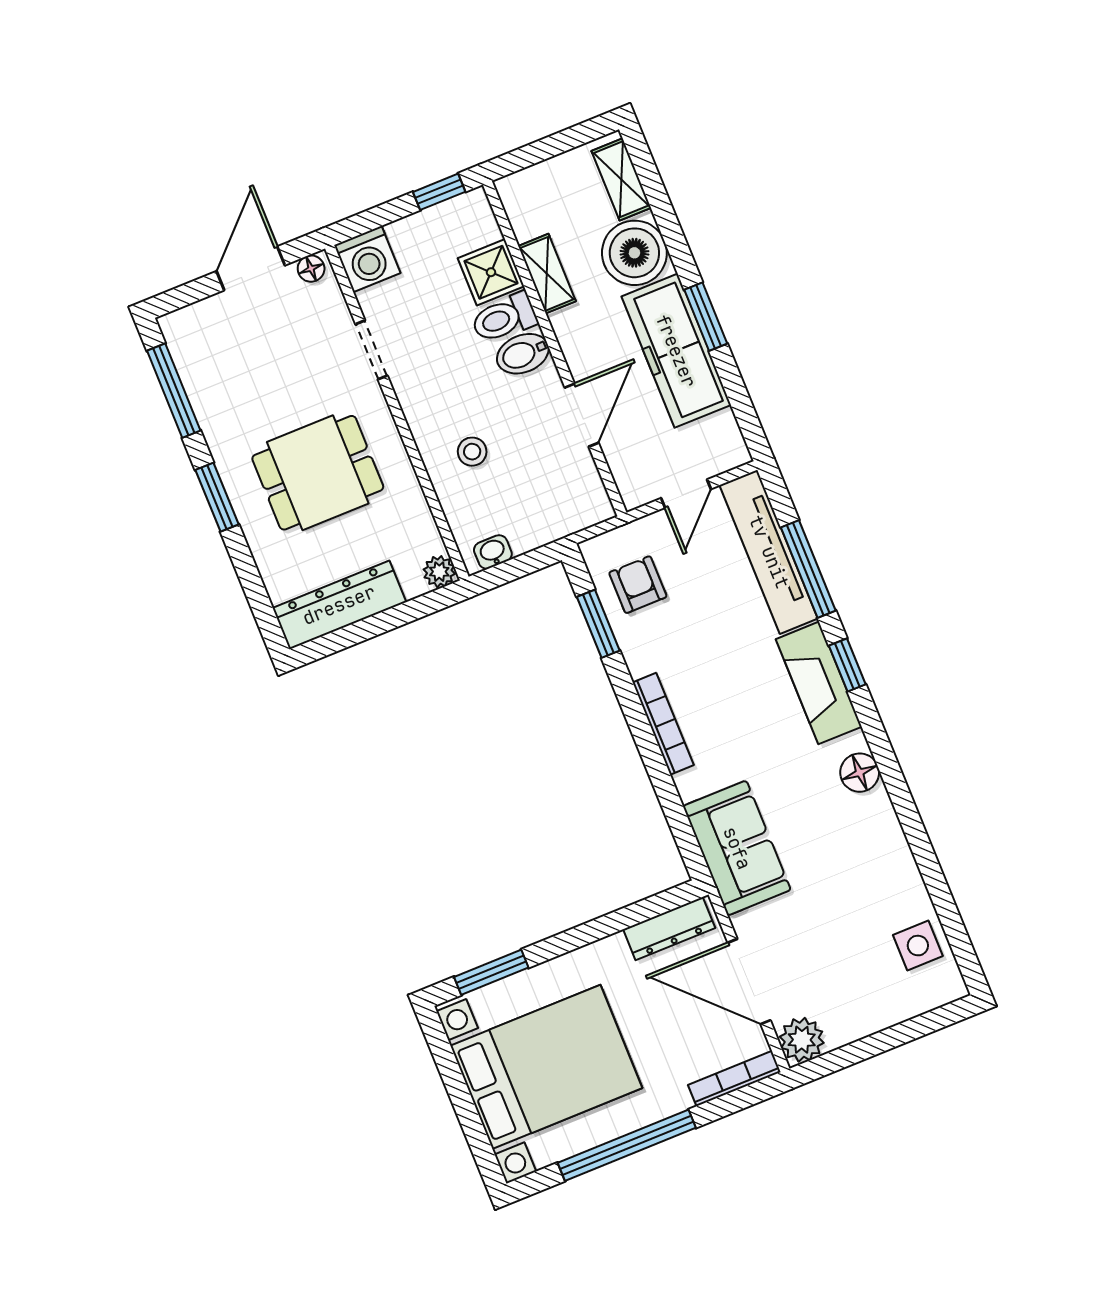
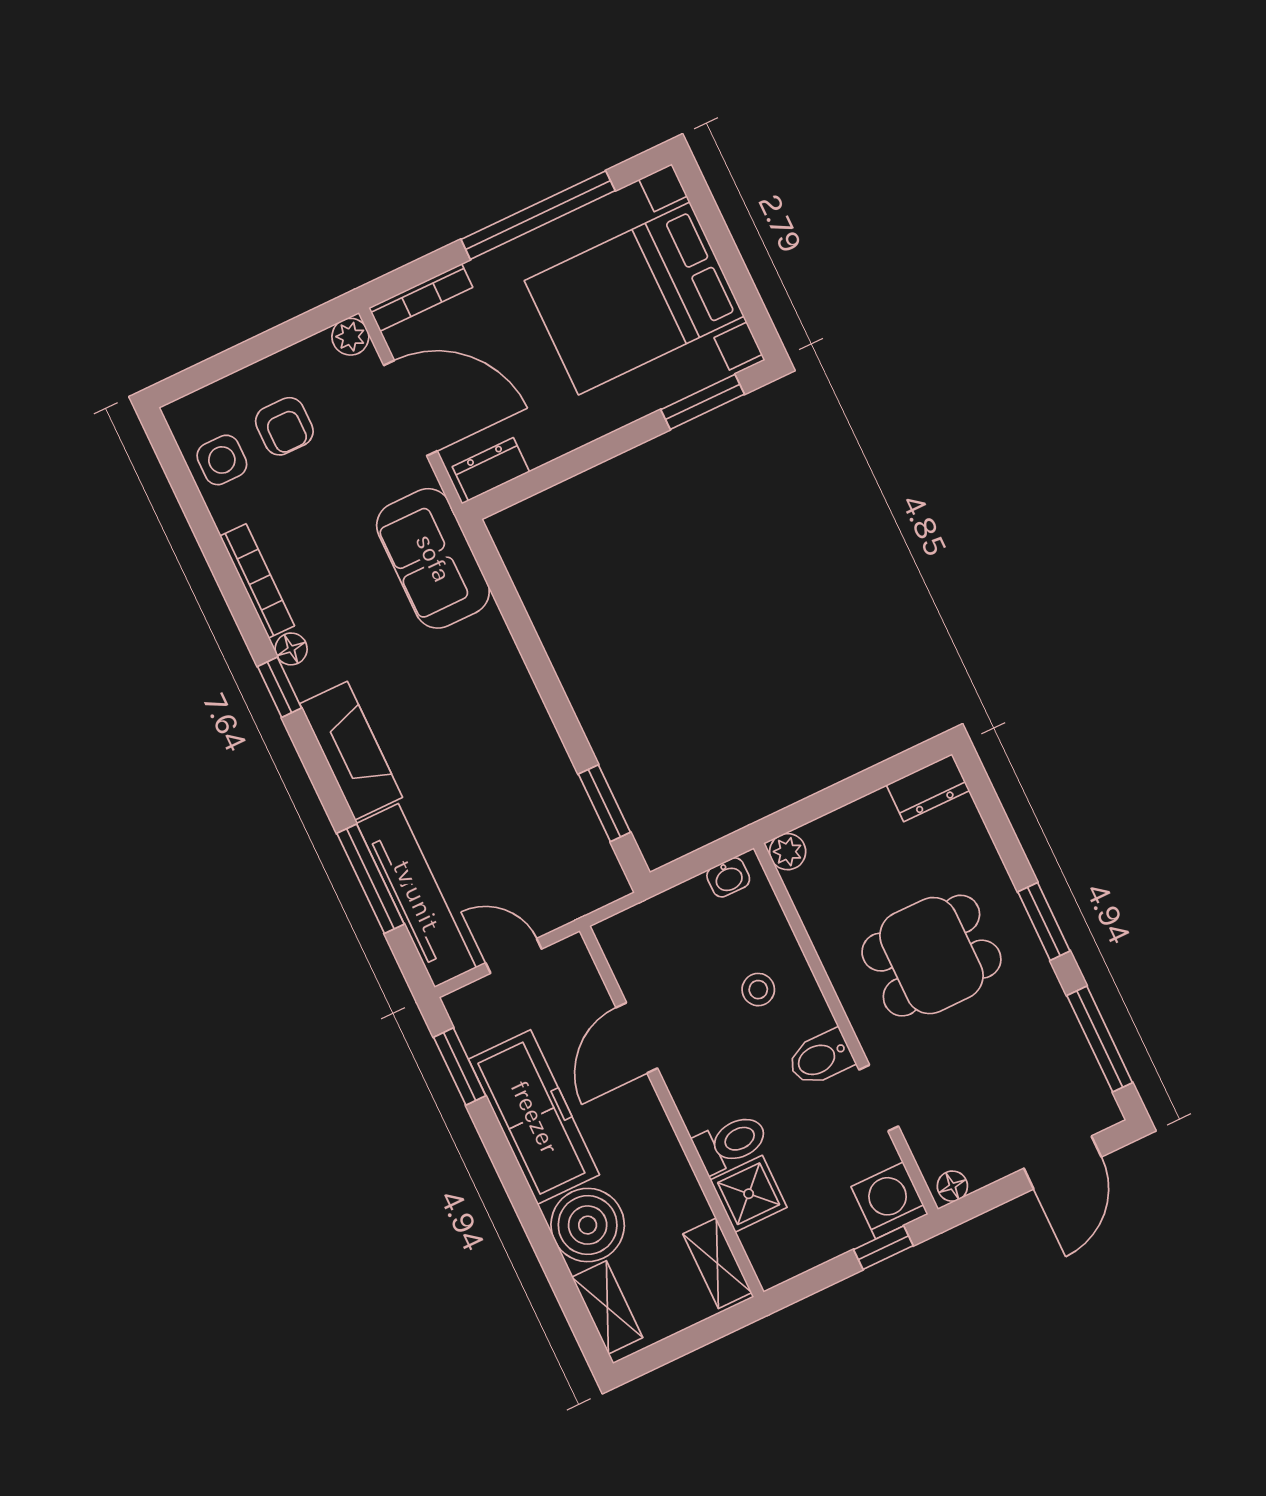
window: (439, 192) -> (883, 1248), moved
door: (251, 268) -> (1063, 1163), moved
shelving: (547, 274) -> (717, 1263), moved
window: (706, 317) -> (460, 1066), moved
bidet: (523, 354) -> (820, 1058), moved, turned 180
door: (686, 494) -> (514, 956), hinge flipped
armchair: (638, 585) -> (284, 426), moved
dresser: (339, 605) -> (928, 788), width x0.51, depth x0.80
window: (847, 665) -> (280, 687), moved
bookcase: (663, 724) -> (257, 581), moved, turned 180
floor lamp: (860, 773) -> (291, 649), width x0.73, depth x0.73
dresser: (669, 929) -> (491, 469), width x0.70
plant: (802, 1040) -> (350, 337), width x0.73, depth x0.73

